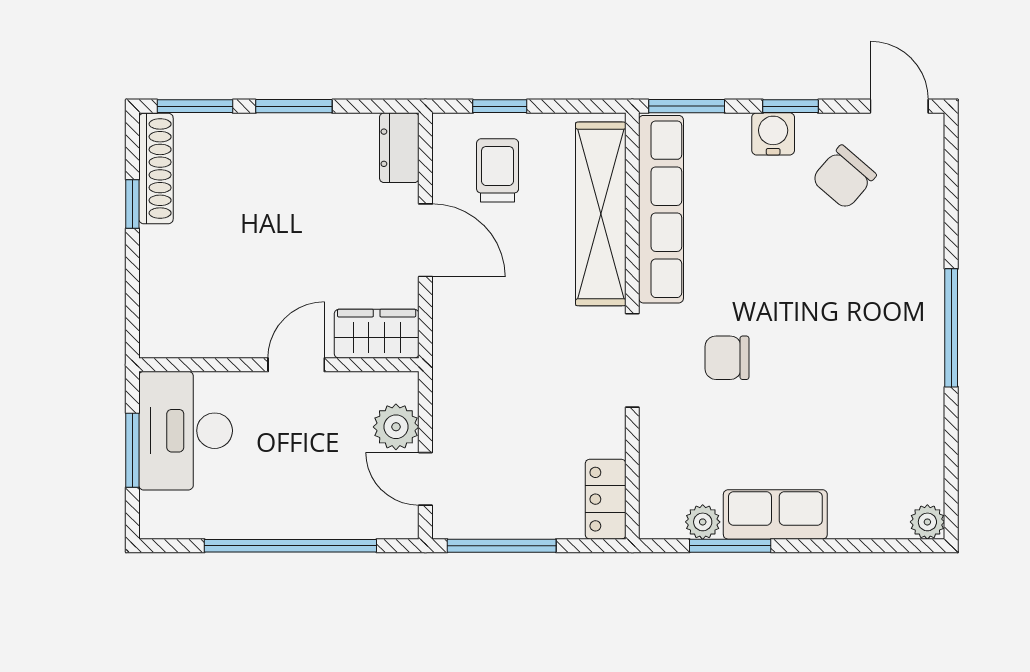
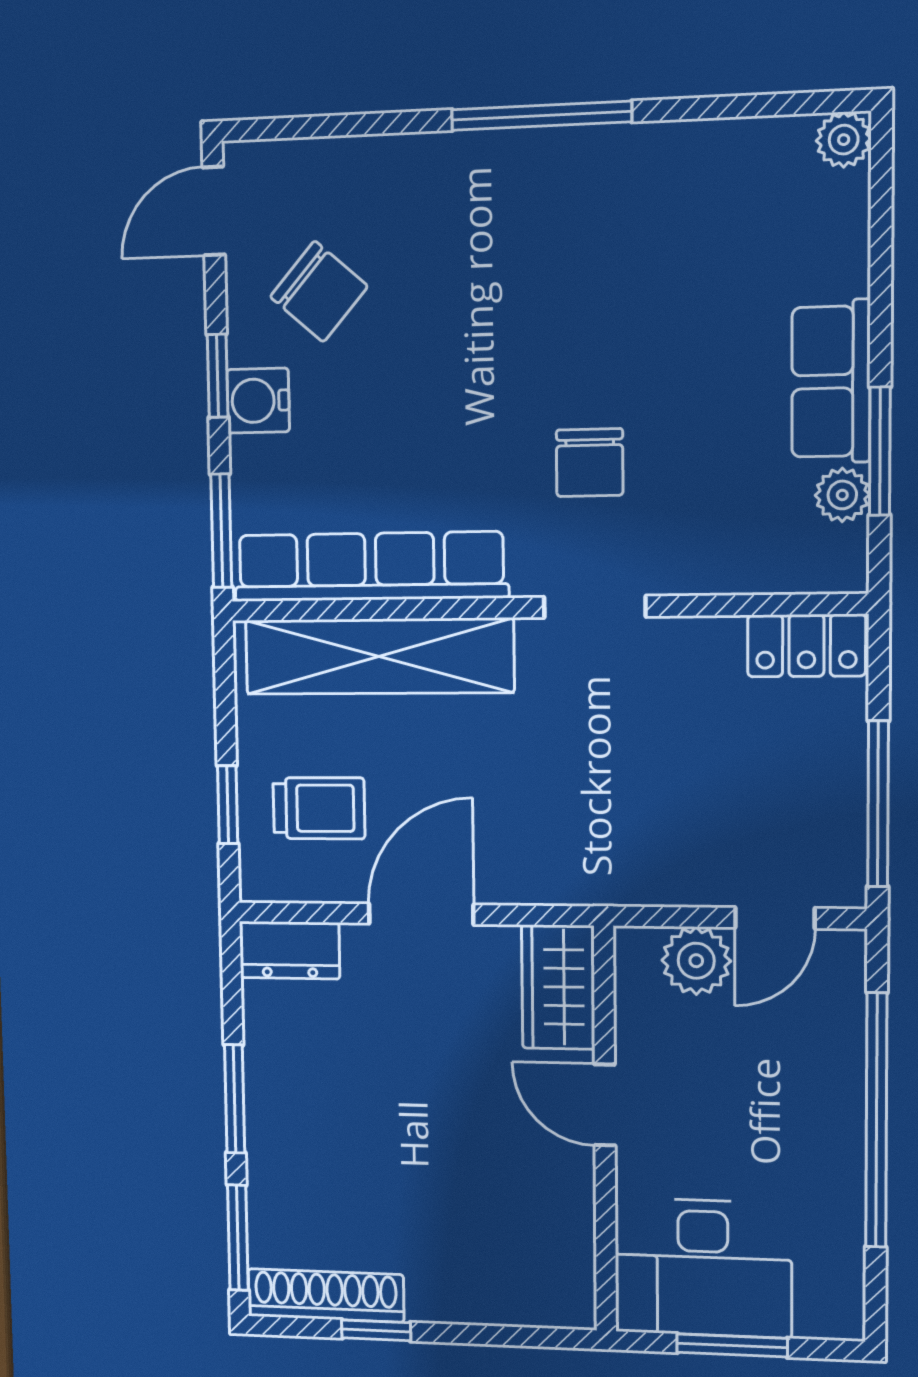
trolley: (498, 170) -> (319, 808), turned 180
doorway: (632, 360) -> (595, 607), width x0.73

